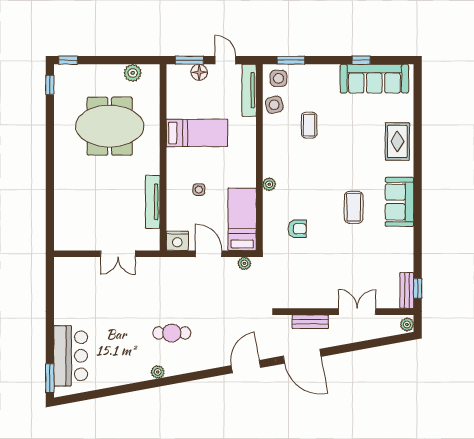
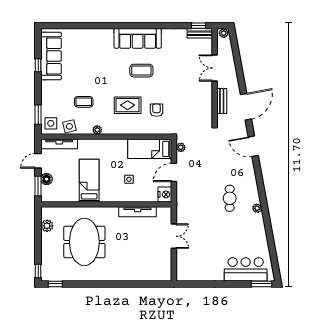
rug: (397, 141) -> (128, 105), moved
plant: (269, 184) -> (97, 130), moved
sofa: (399, 202) -> (138, 38), width x1.36

